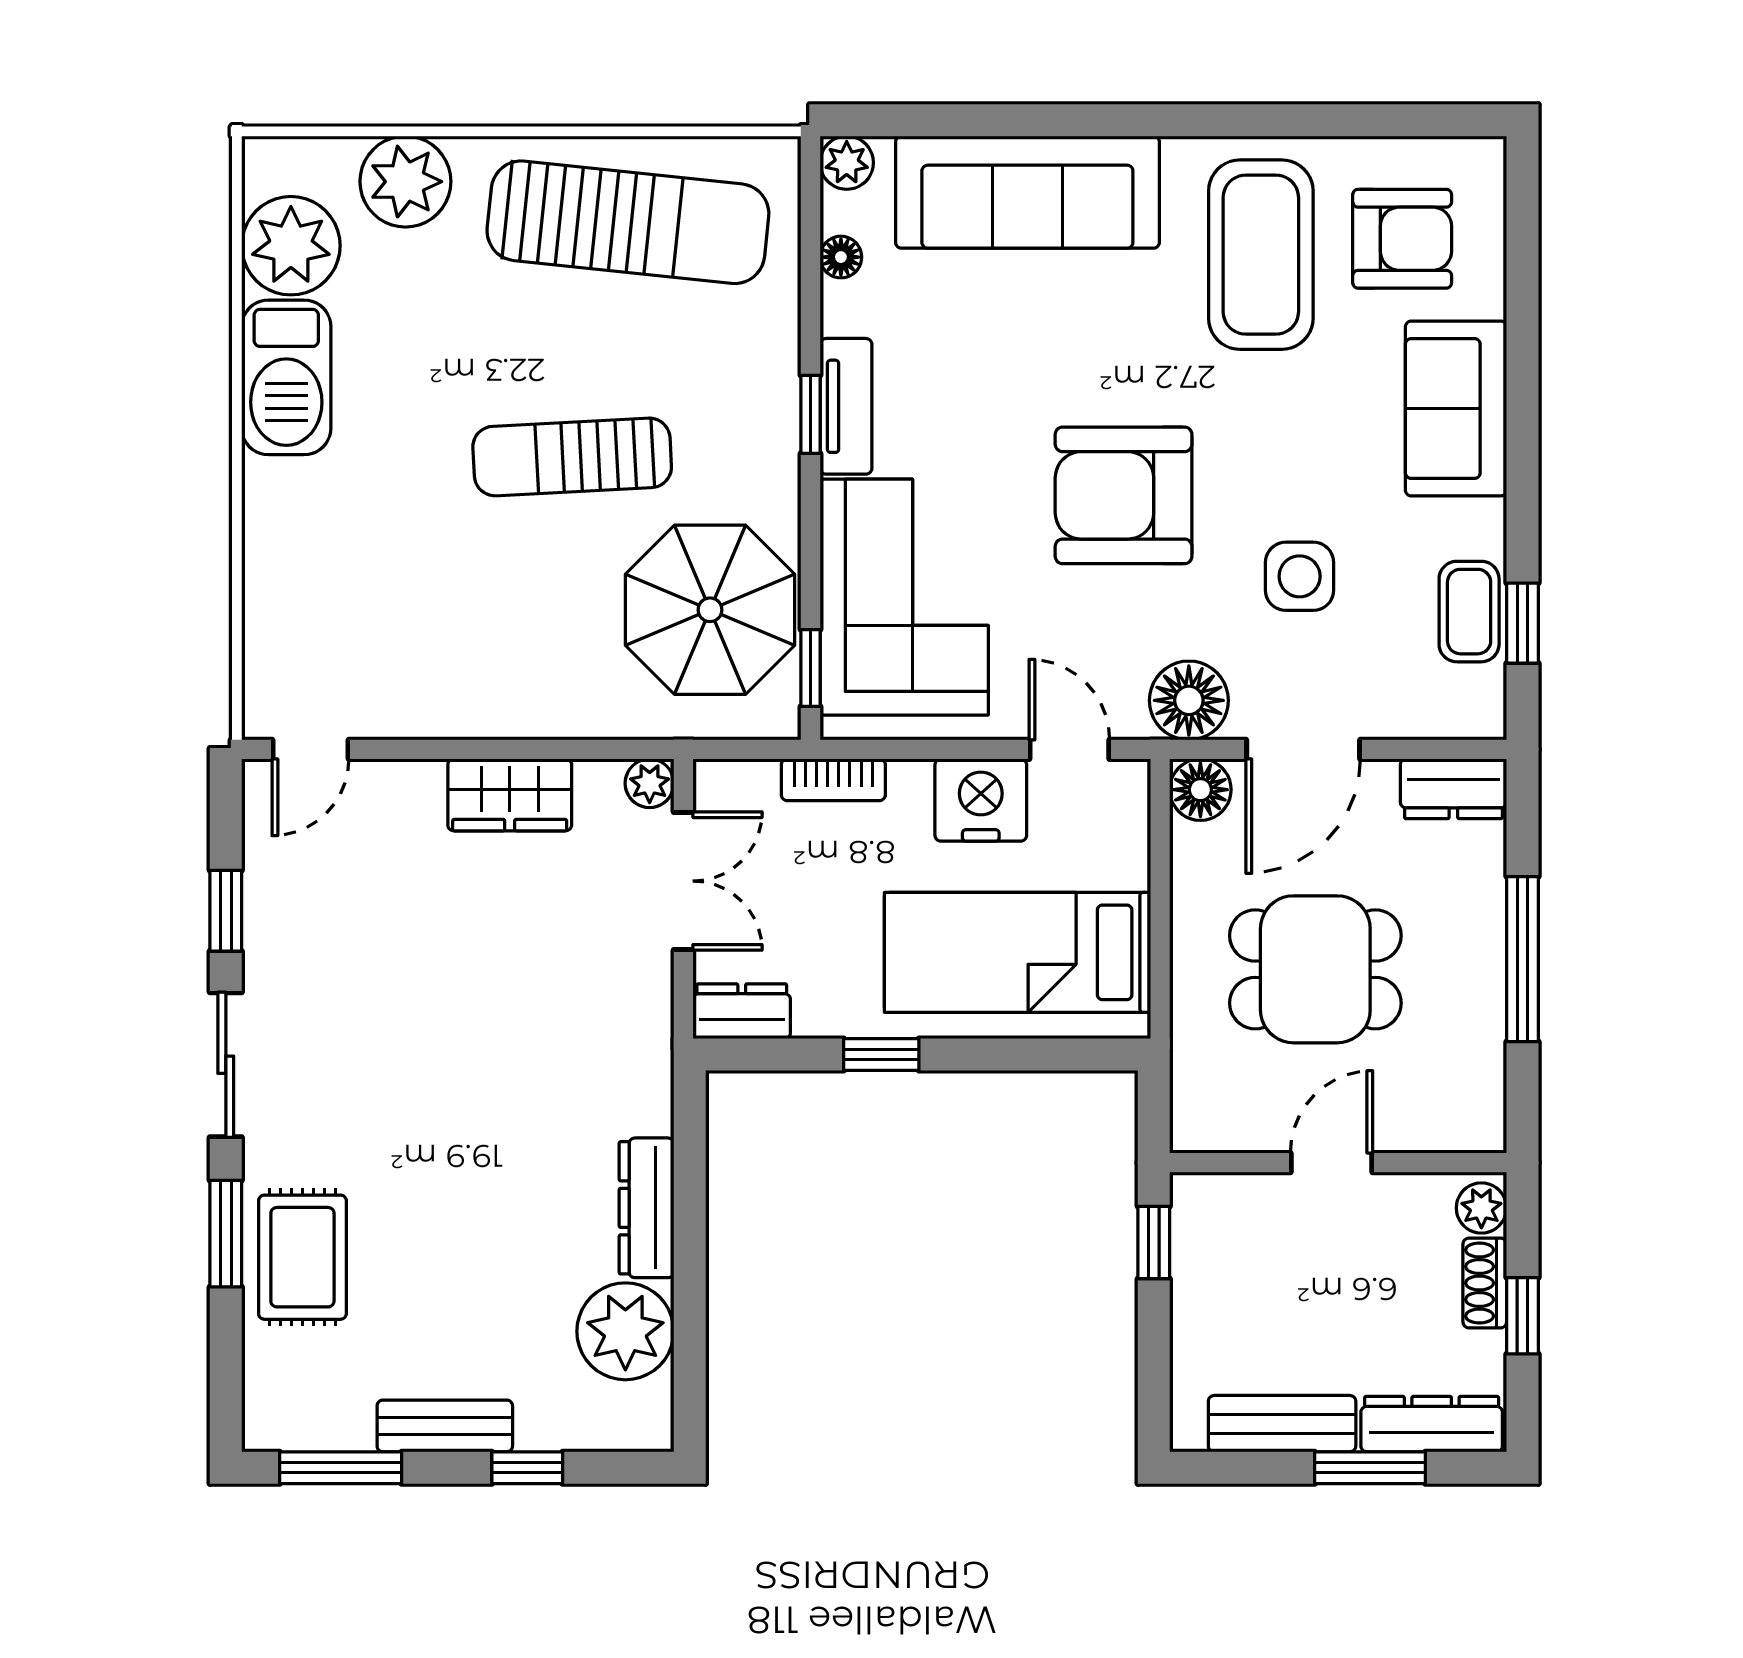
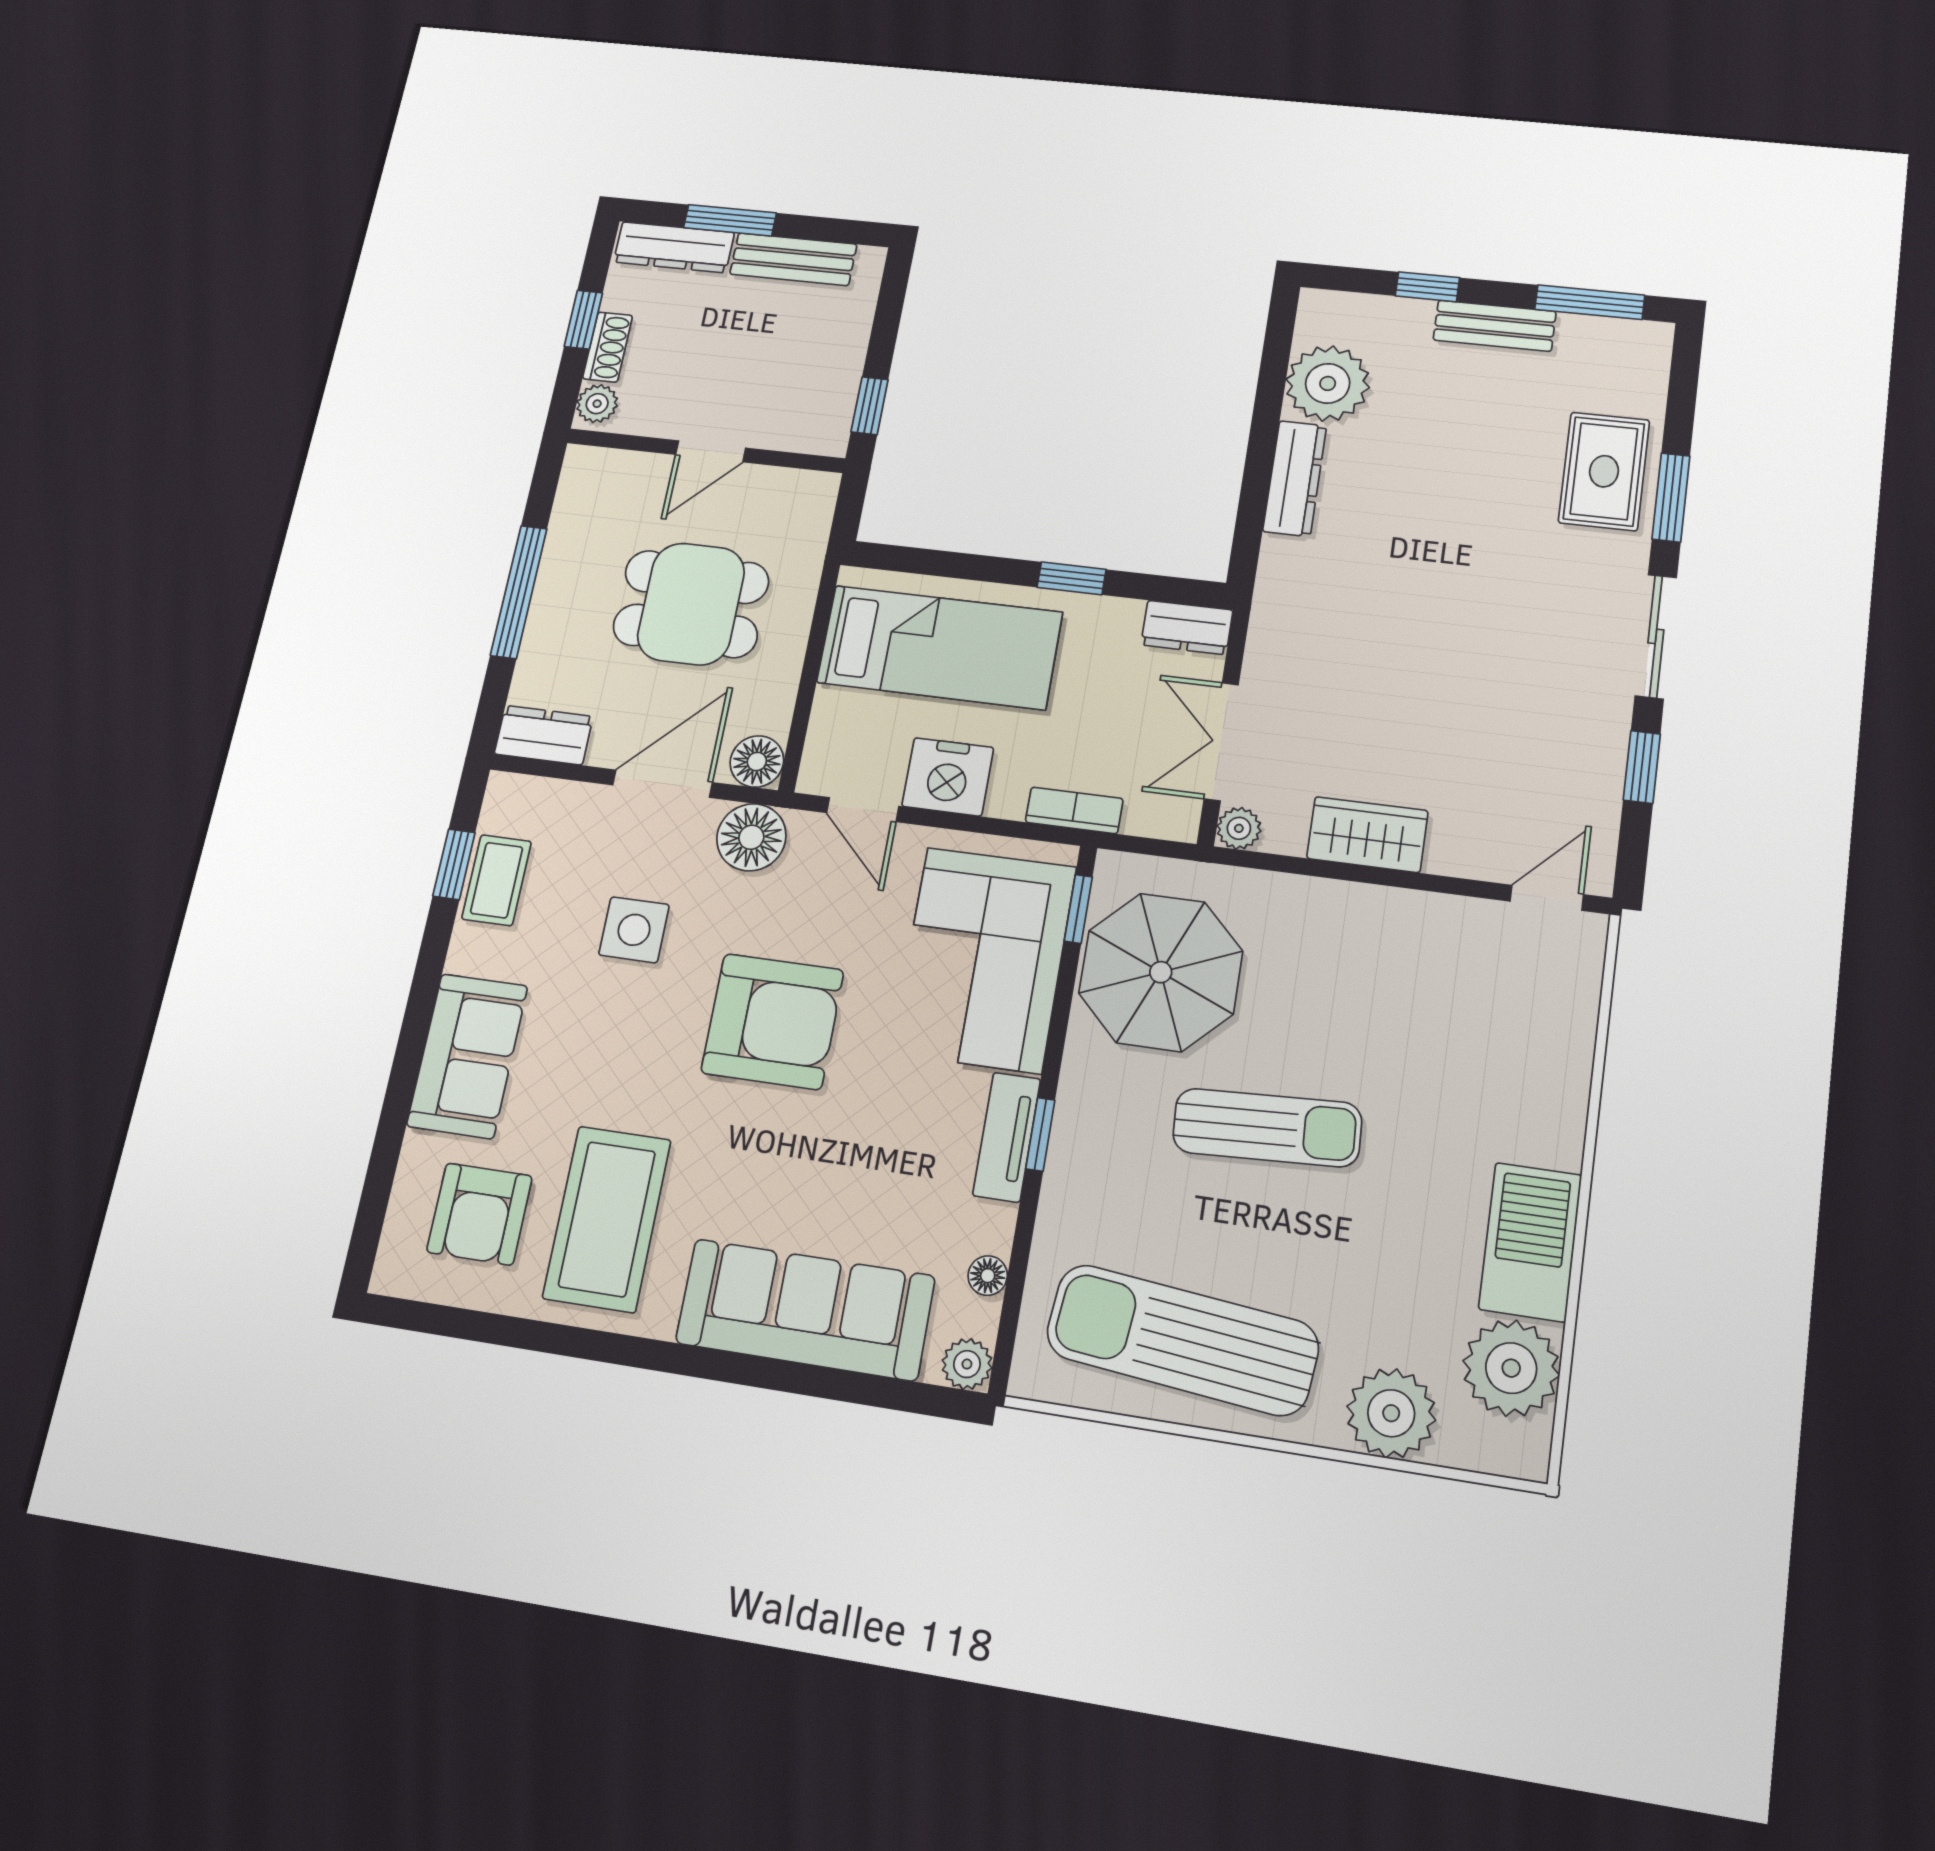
armchair: (1402, 239) -> (479, 1214), turned -90

